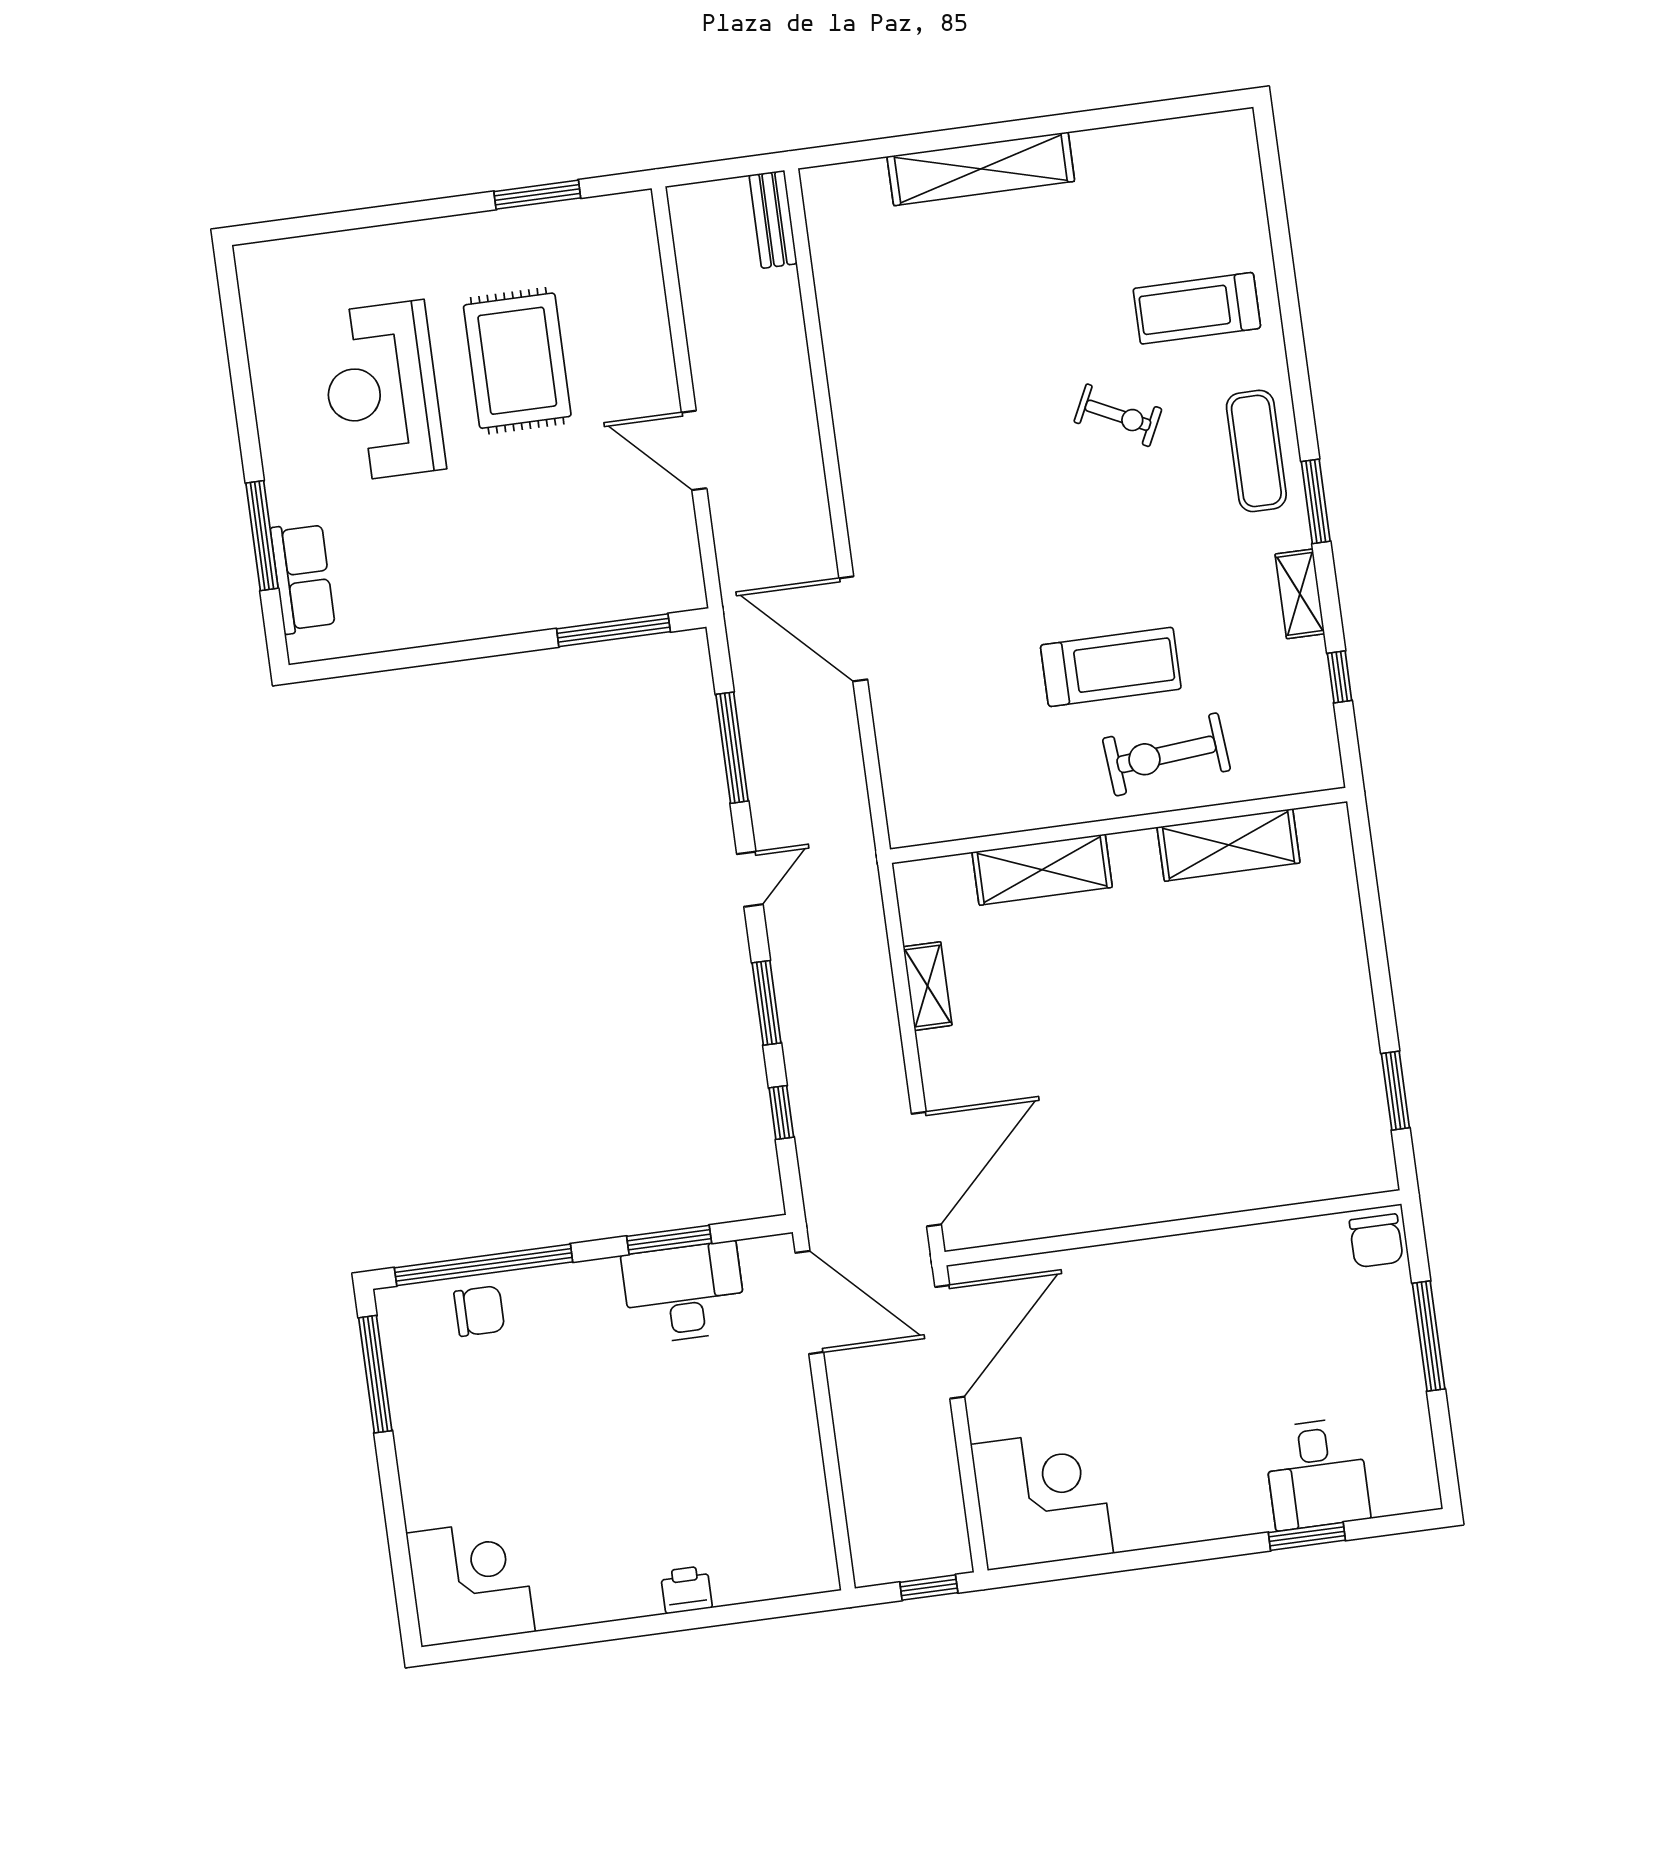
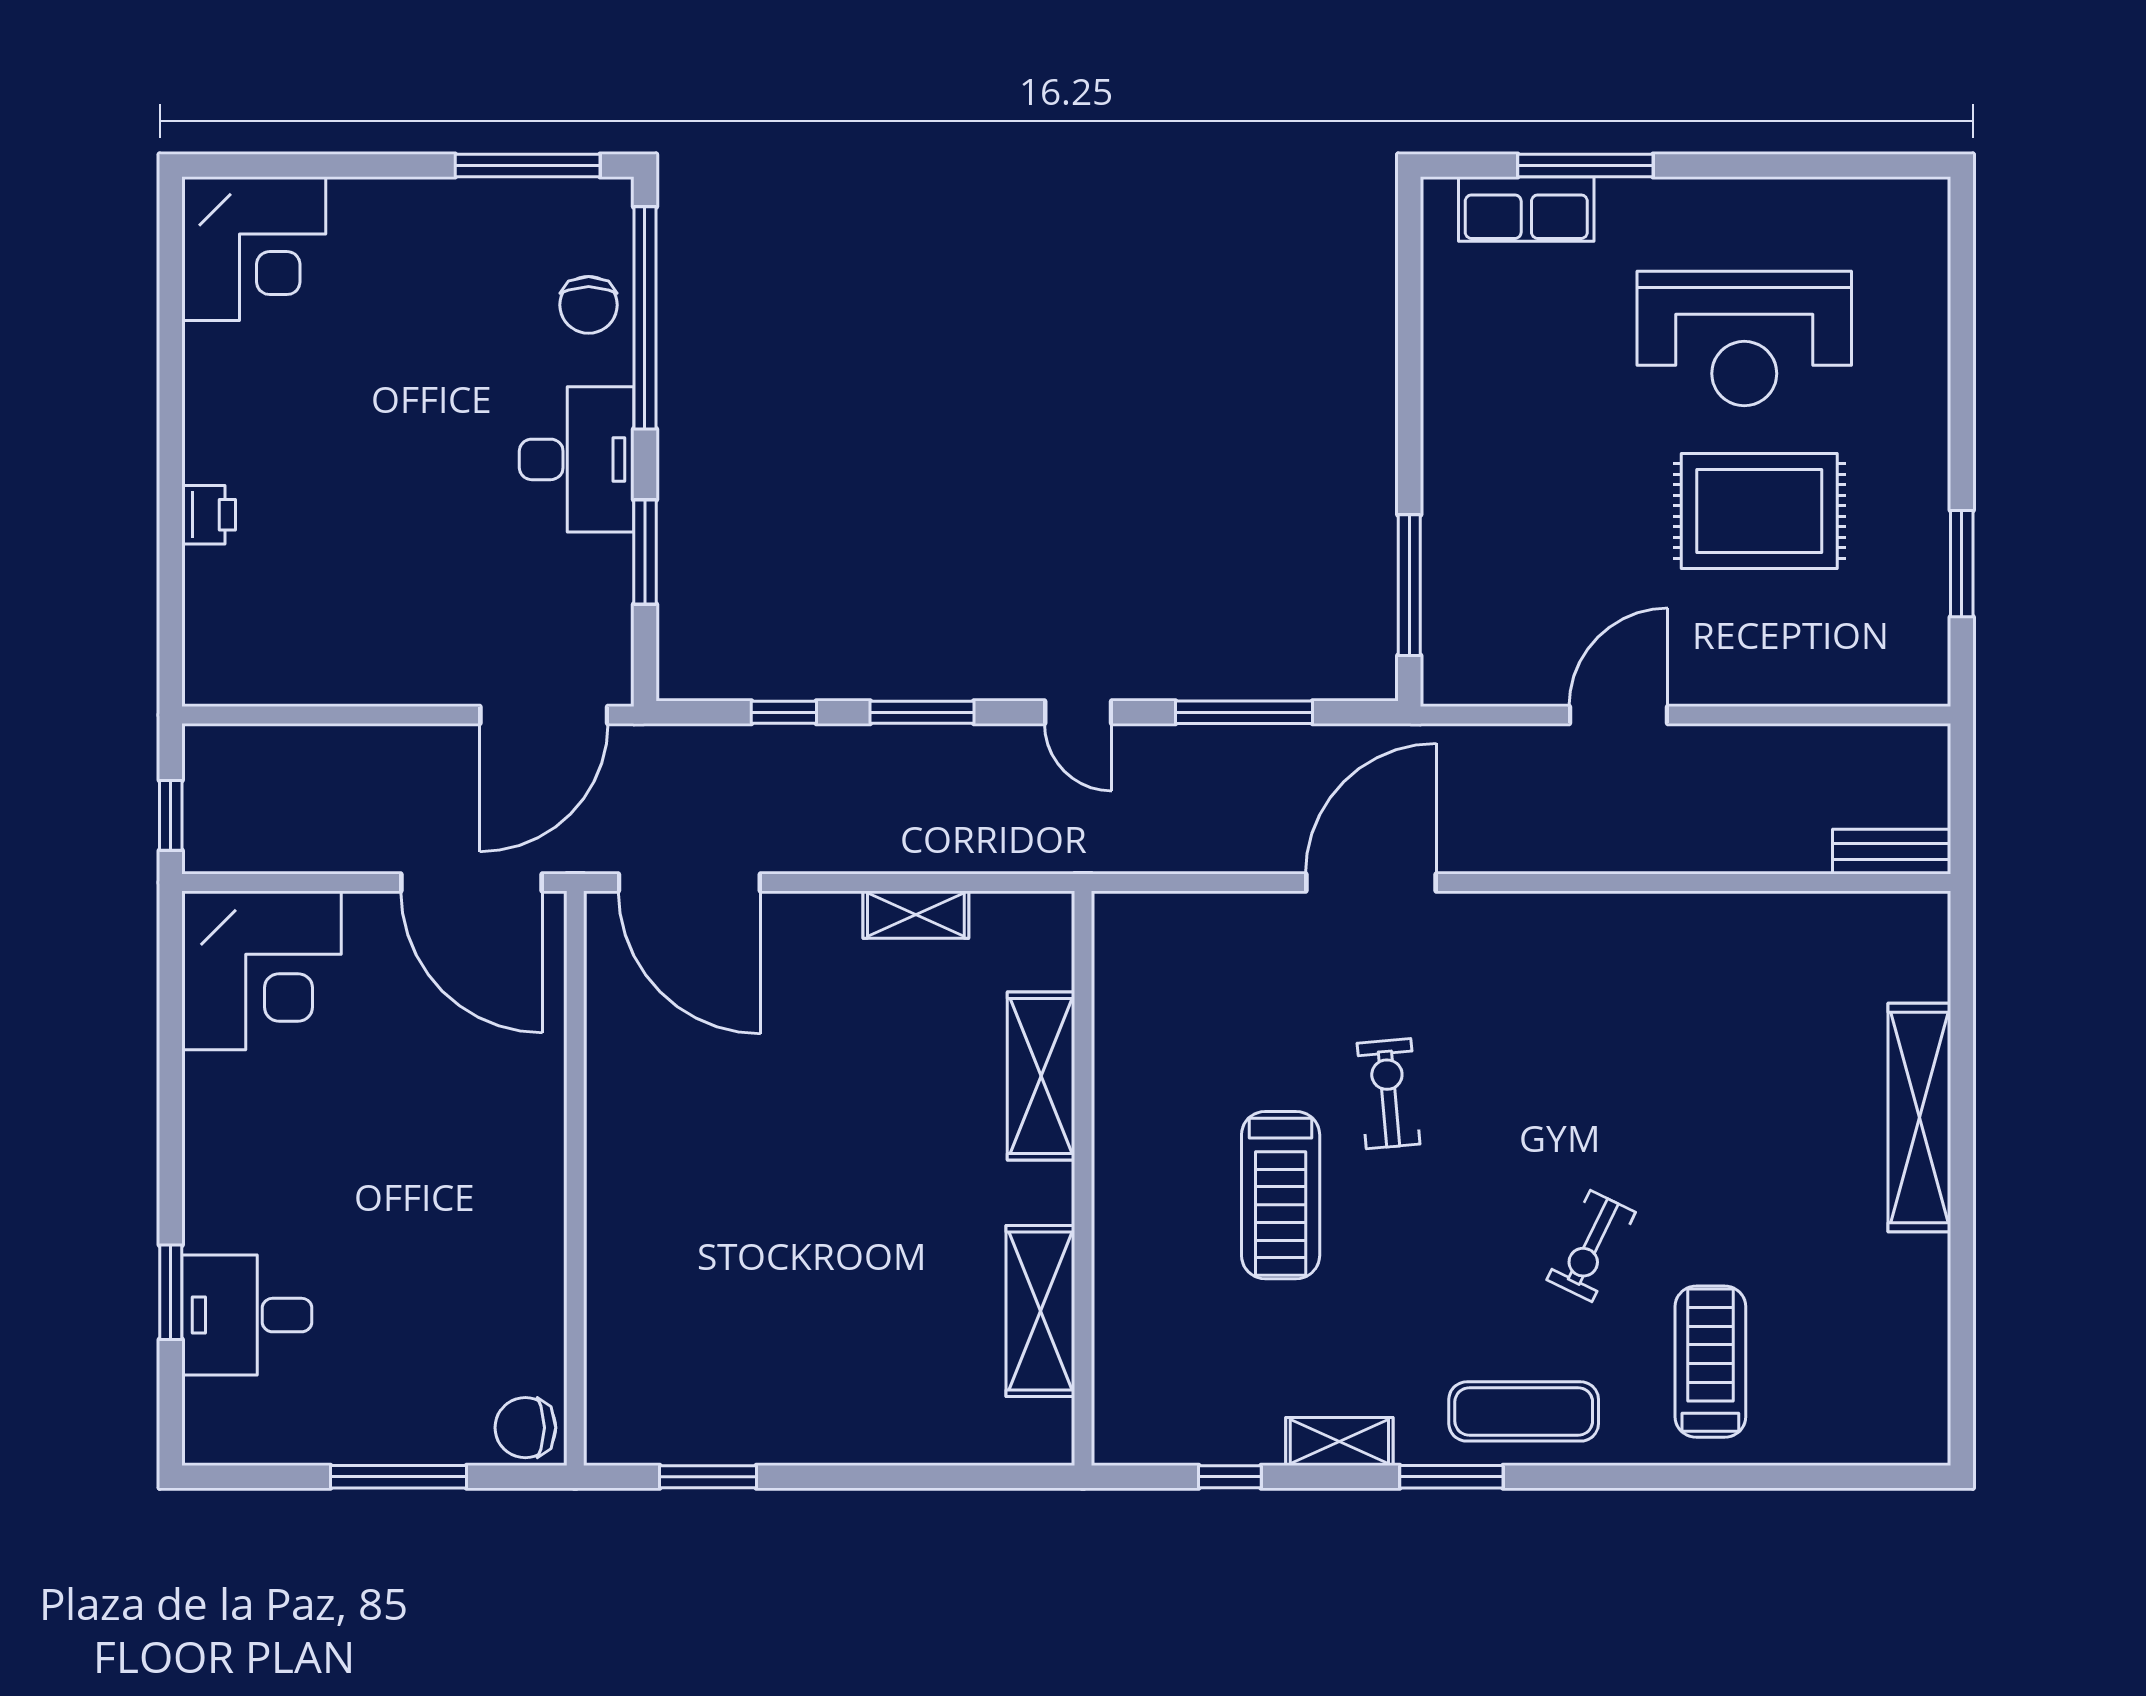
reception desk: (382, 391) -> (1744, 339), turned 180
exercise bike: (1166, 754) -> (1389, 1094), moved, width x0.73, depth x0.72
desk: (684, 1293) -> (577, 459), moved

